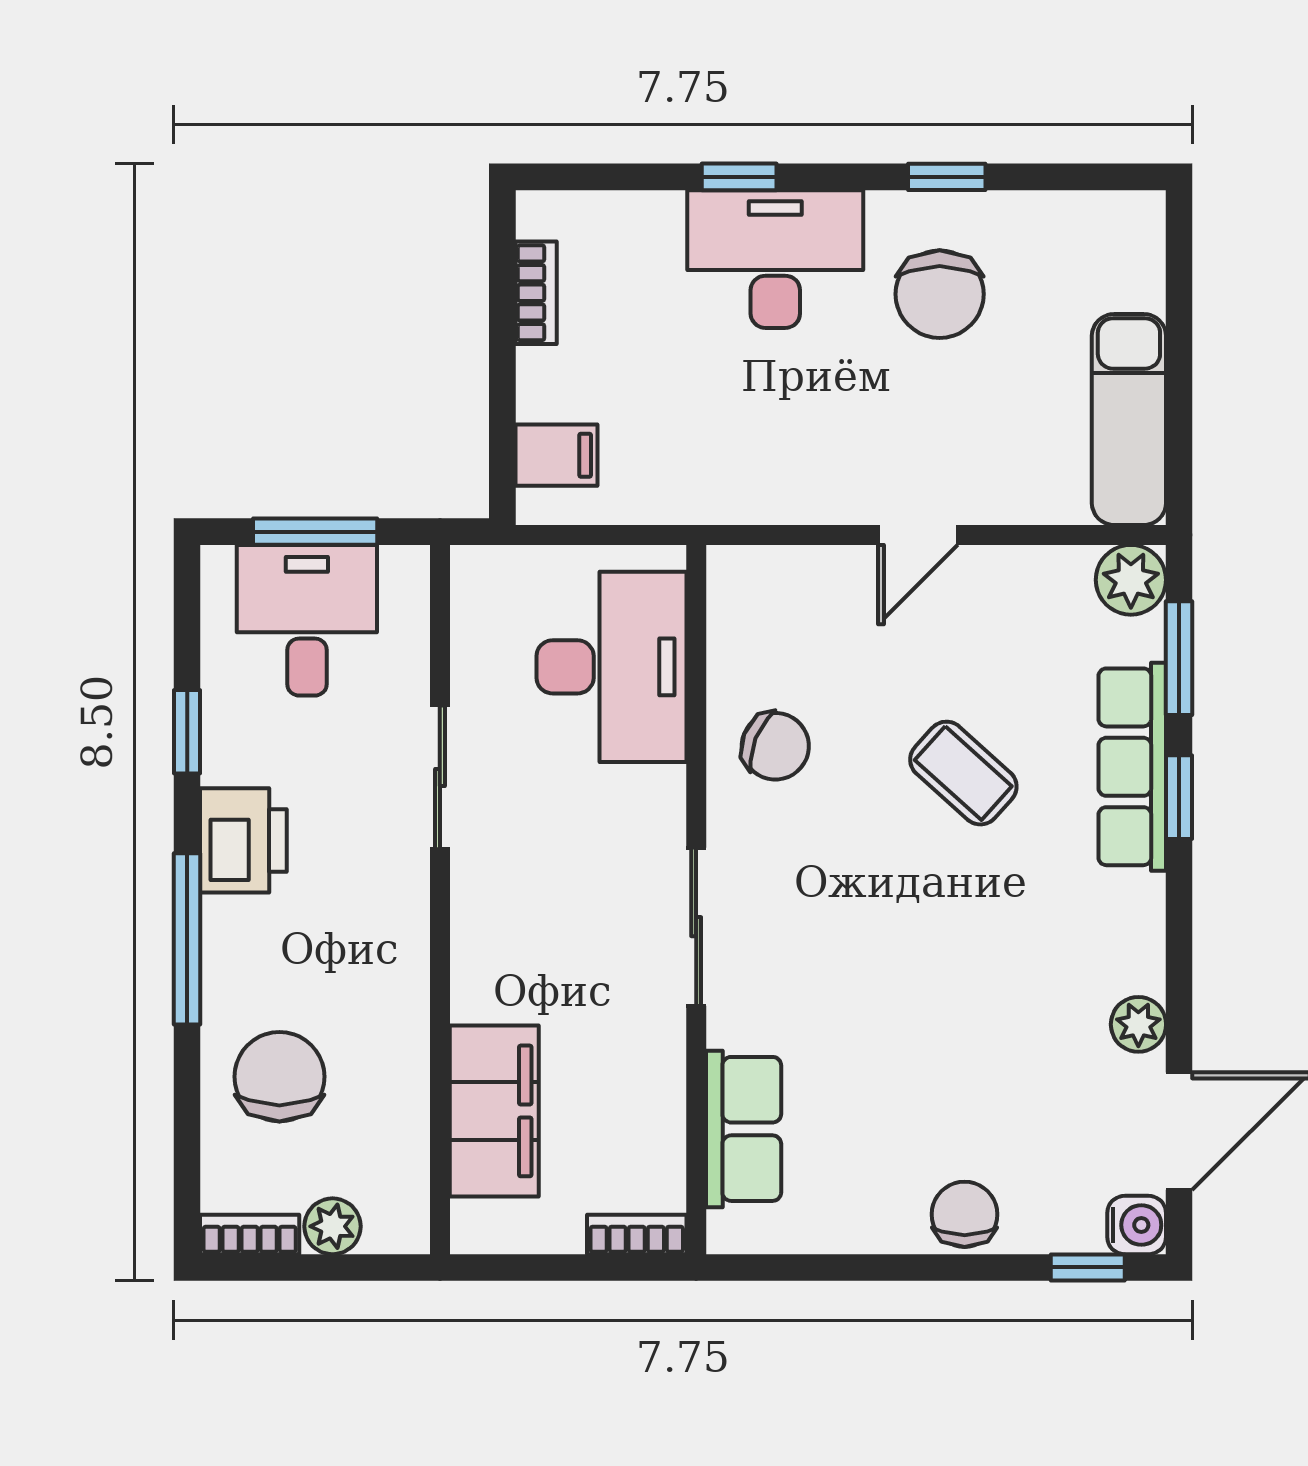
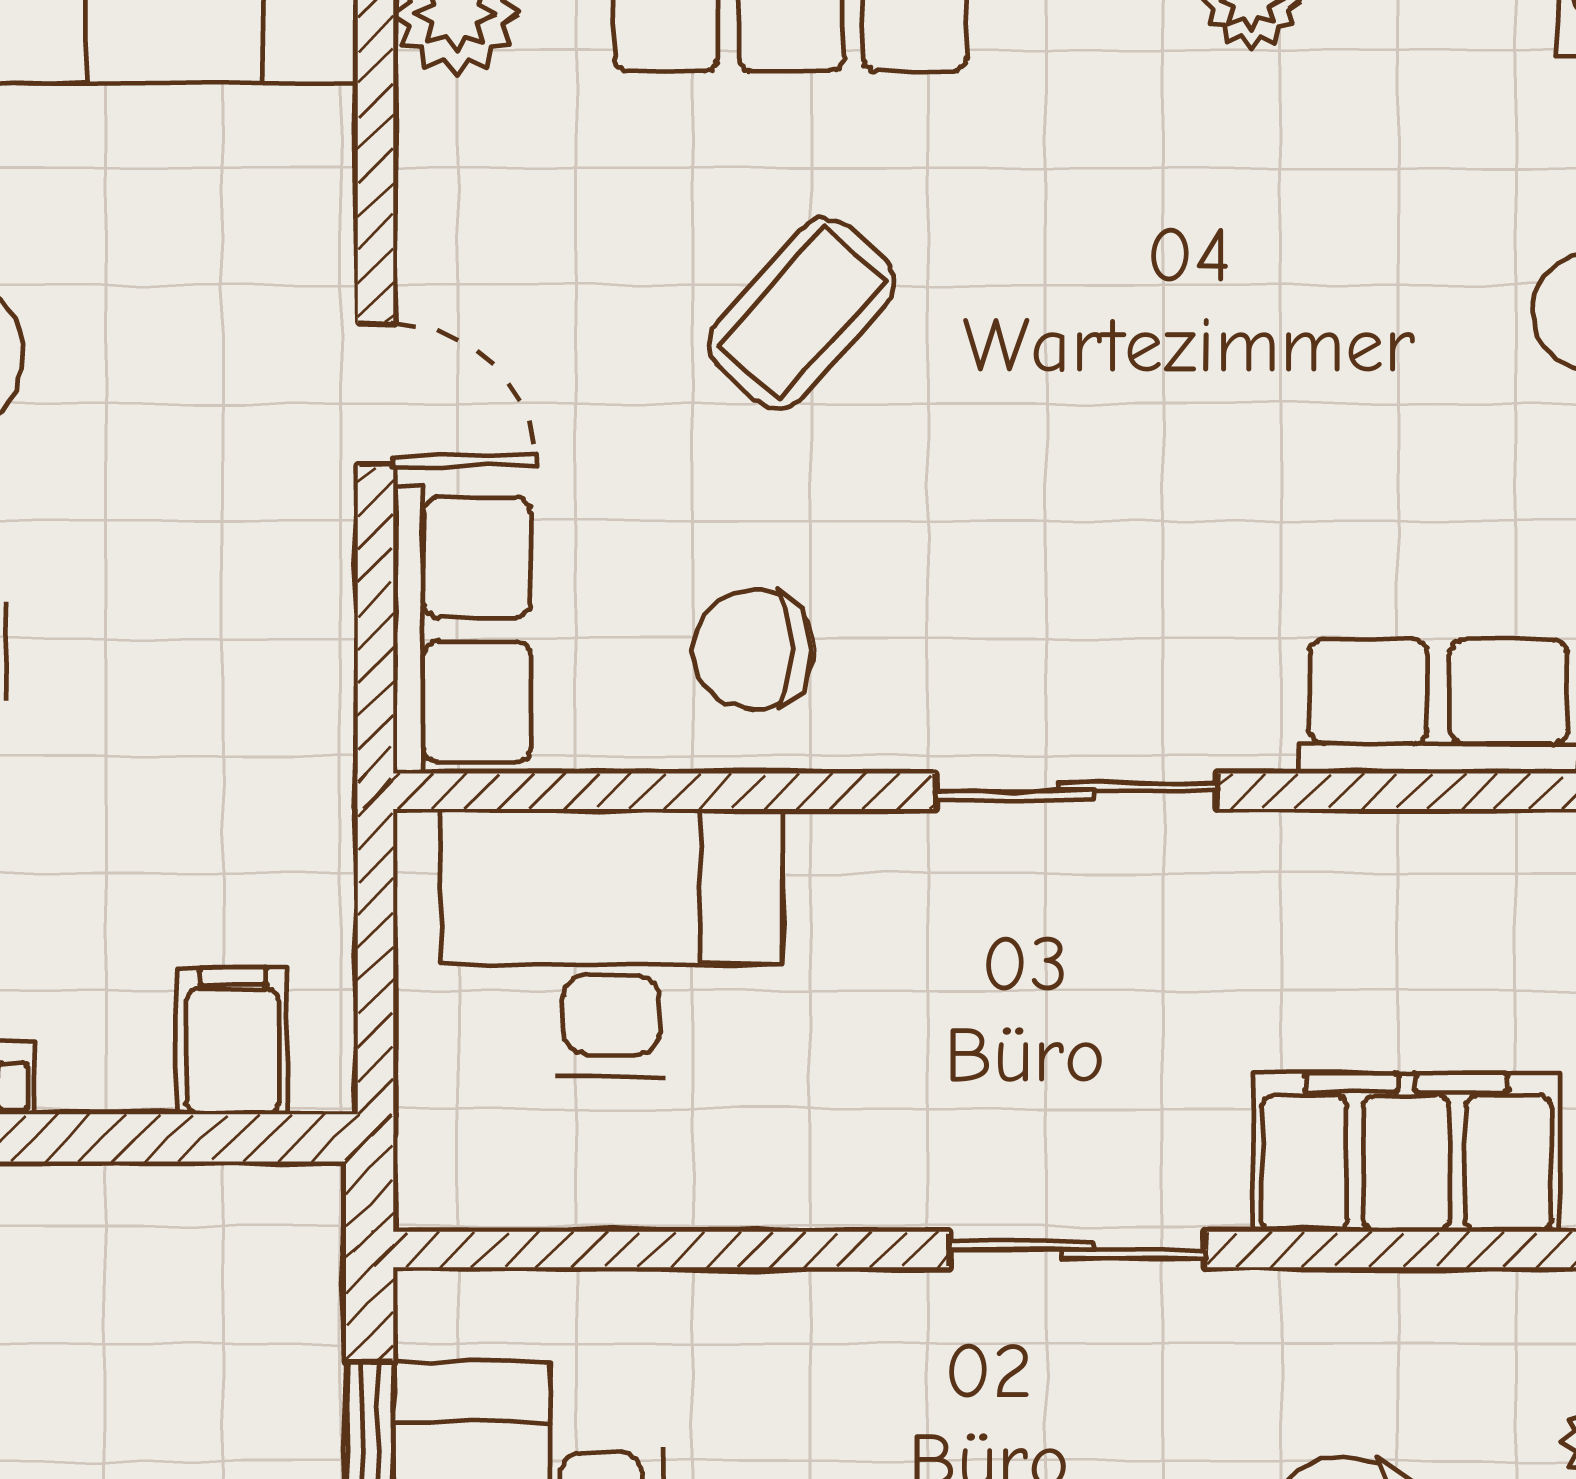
row of seats: (787, 583) -> (462, 629), added
chair: (775, 746) -> (754, 650), turned -112
sliding door: (440, 777) -> (1078, 1250), moved

